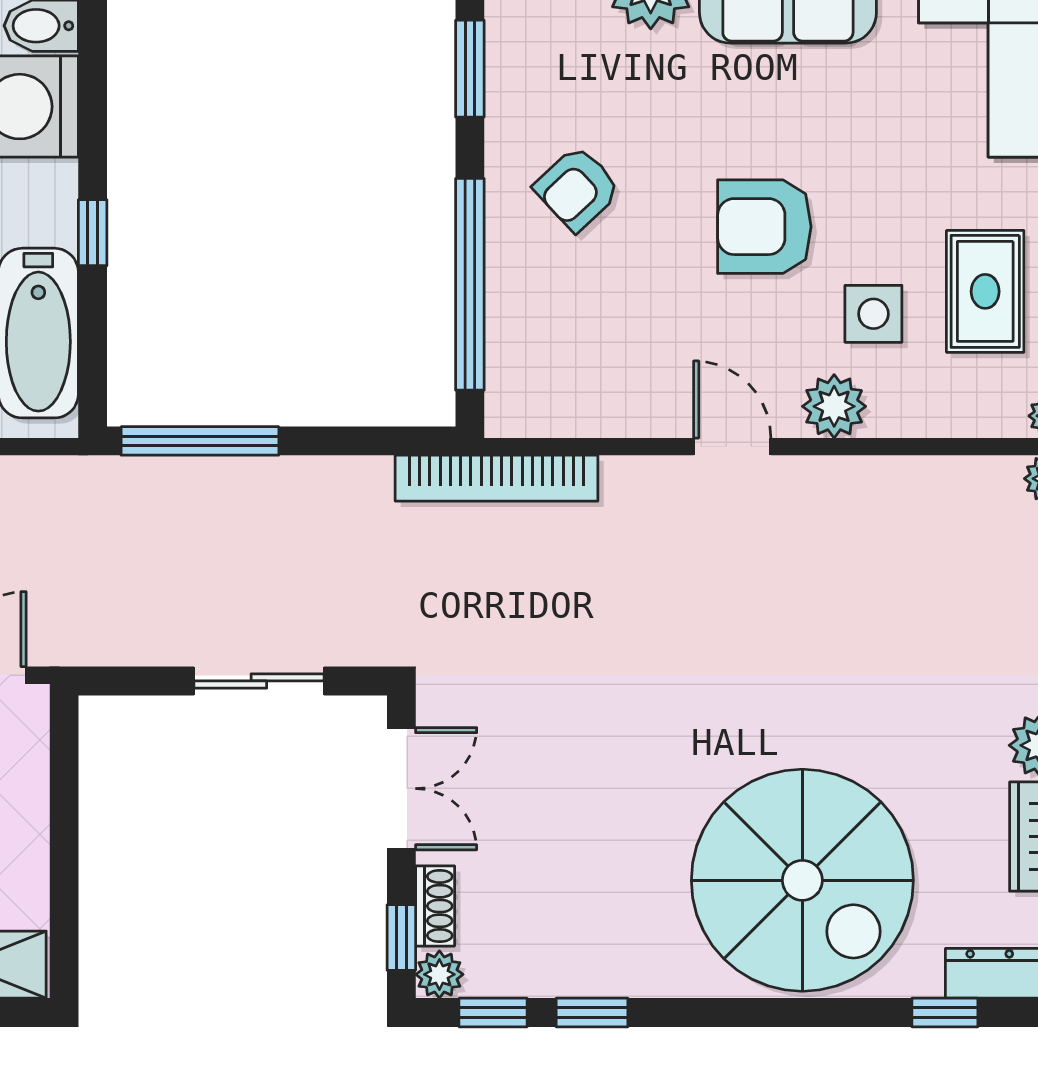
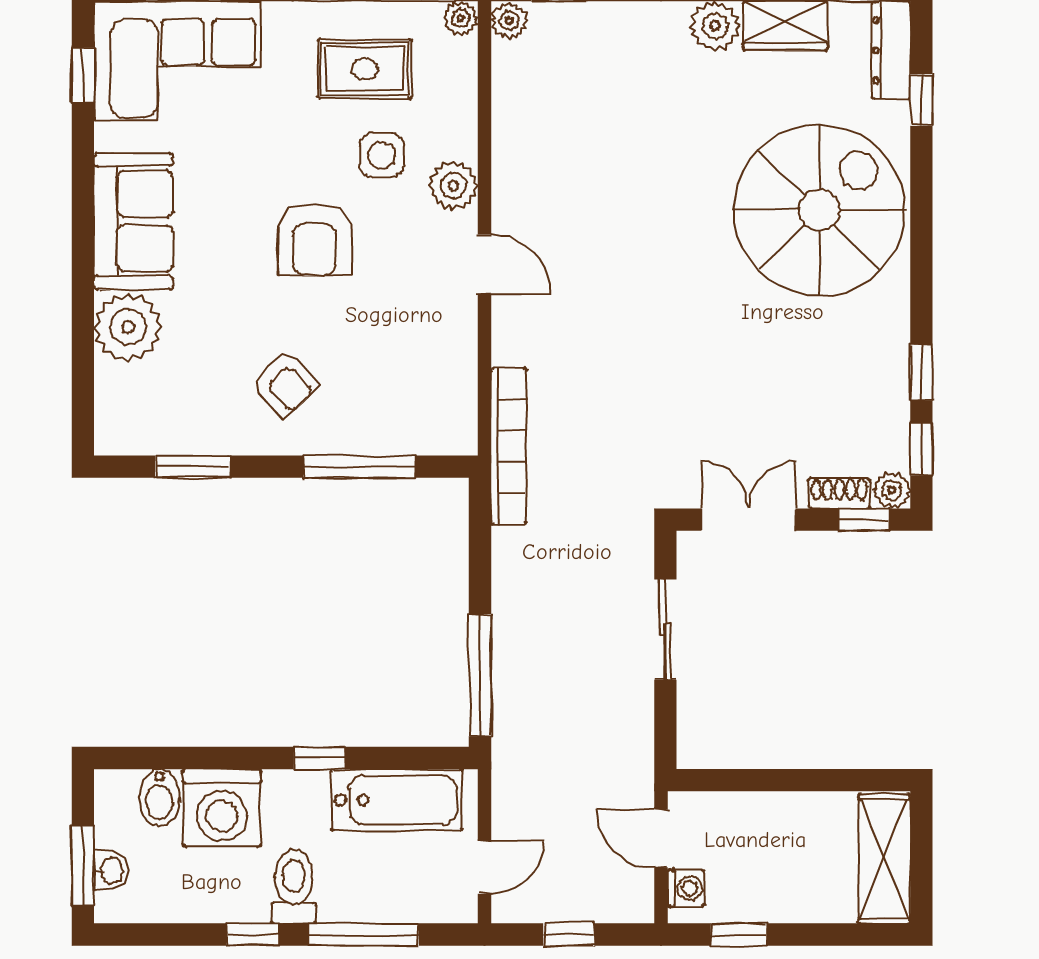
window: (470, 284) -> (359, 467), width x0.68
door: (732, 447) -> (484, 264), swing flipped

